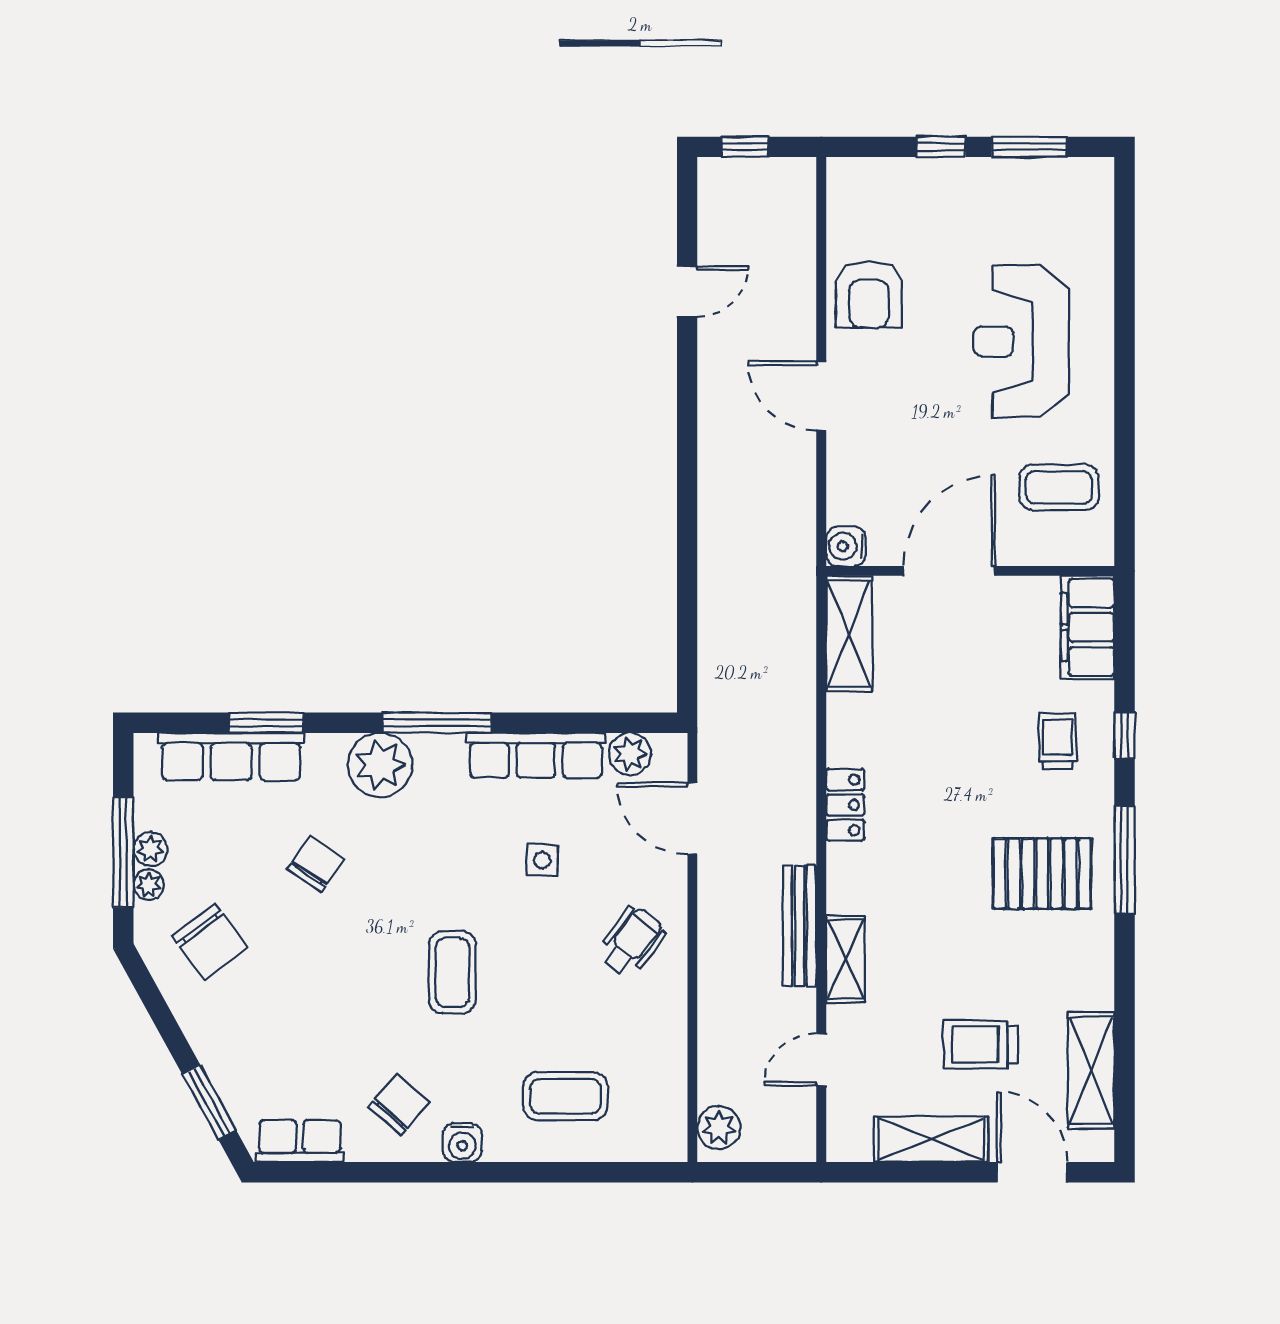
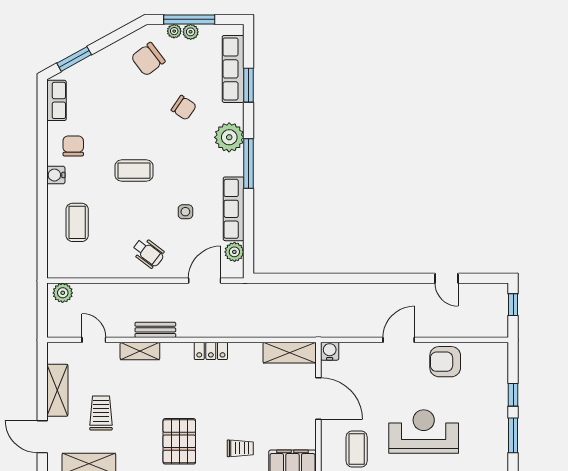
bench: (800, 926) -> (155, 330), width x0.73
chair: (399, 1105) -> (73, 146), turned -131
door: (1032, 1172) -> (42, 437), swing flipped

